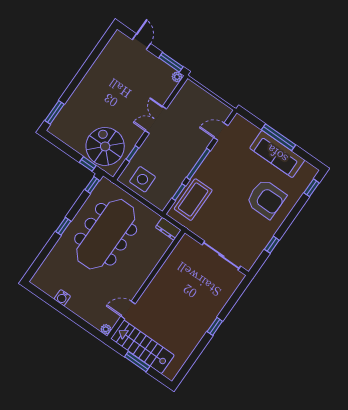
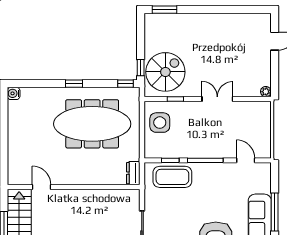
window: (171, 62) -> (275, 78), removed
water cooler: (62, 298) -> (14, 93), moved
plant: (106, 329) -> (13, 180), removed

